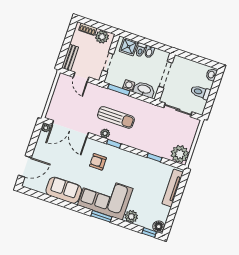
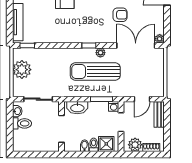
washbasin: (211, 75) -> (17, 111), moved
door: (81, 77) -> (142, 99), swing flipped
washing machine: (129, 86) -> (114, 106), moved
sun lounger: (116, 117) -> (95, 72), width x1.36, depth x1.34
plant: (180, 154) -> (22, 70), moved
window: (154, 157) -> (27, 46), moved
armchair: (98, 162) -> (120, 15), moved

